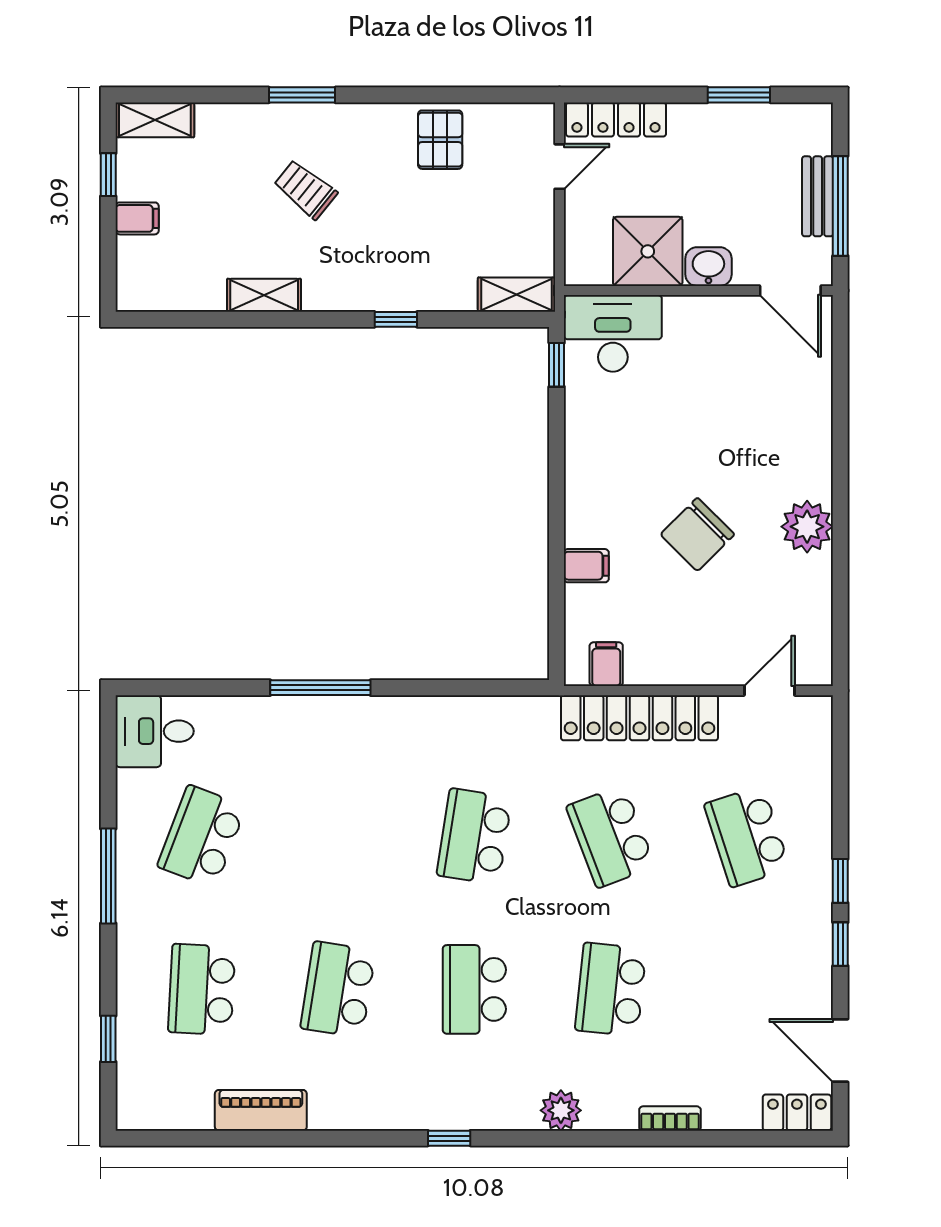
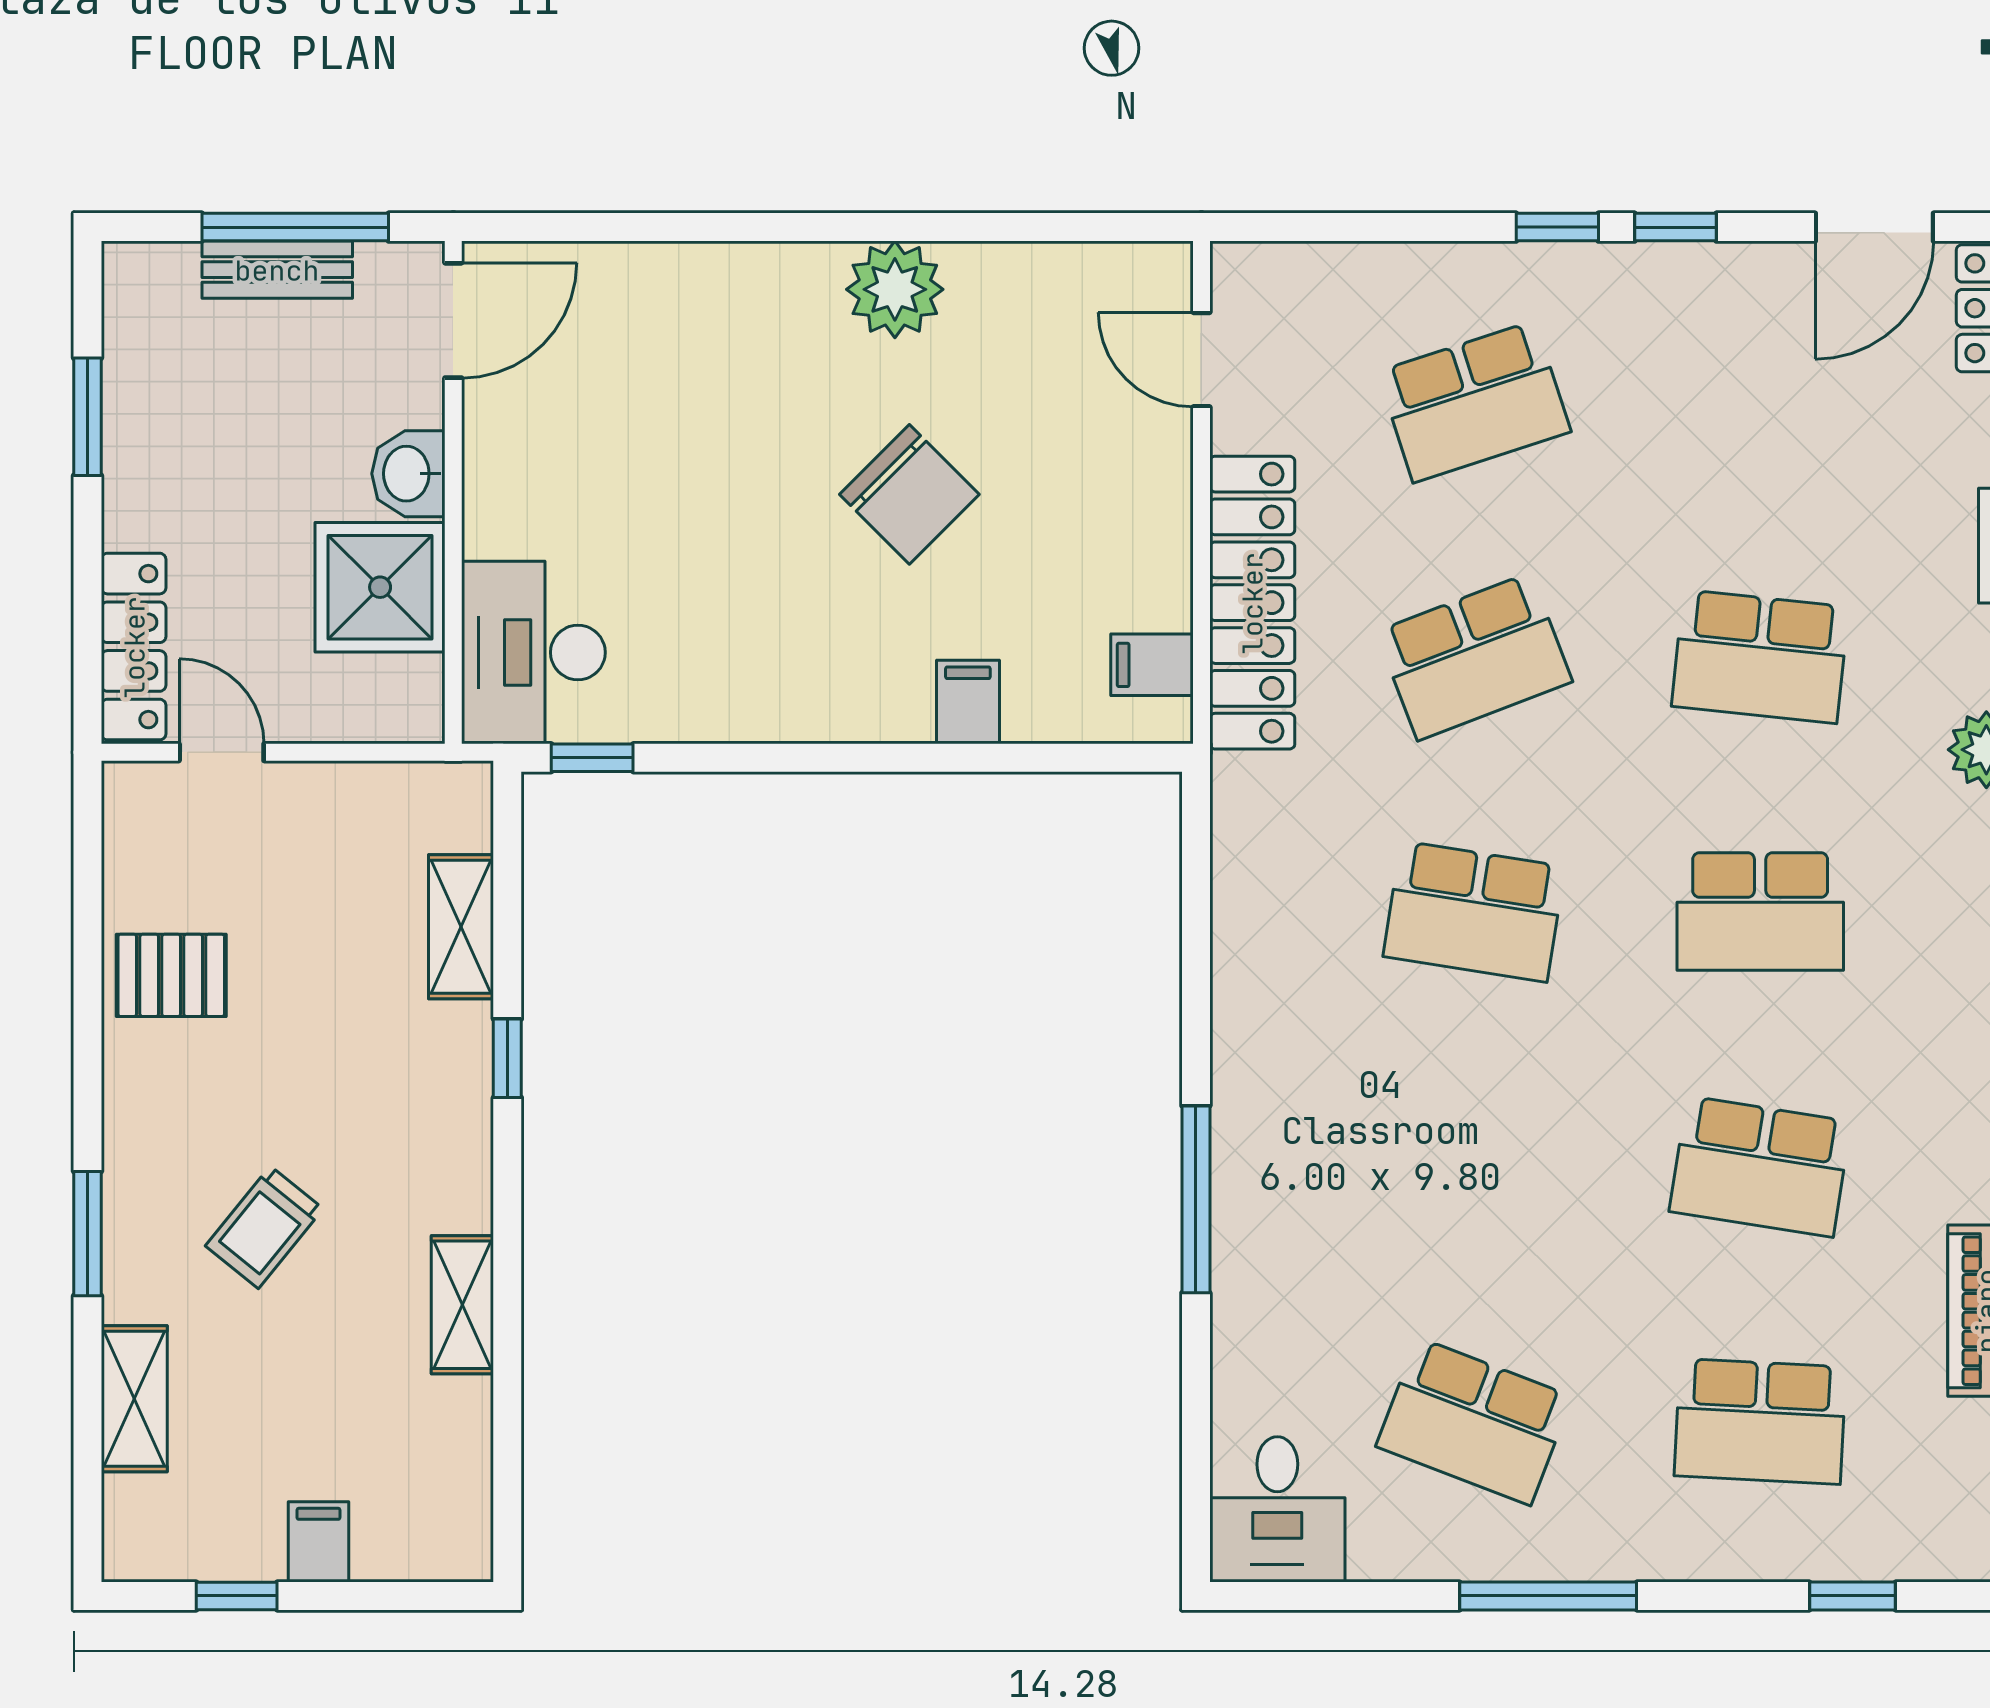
shelving: (155, 120) -> (134, 1399), moved
shelving: (516, 295) -> (461, 927), moved

